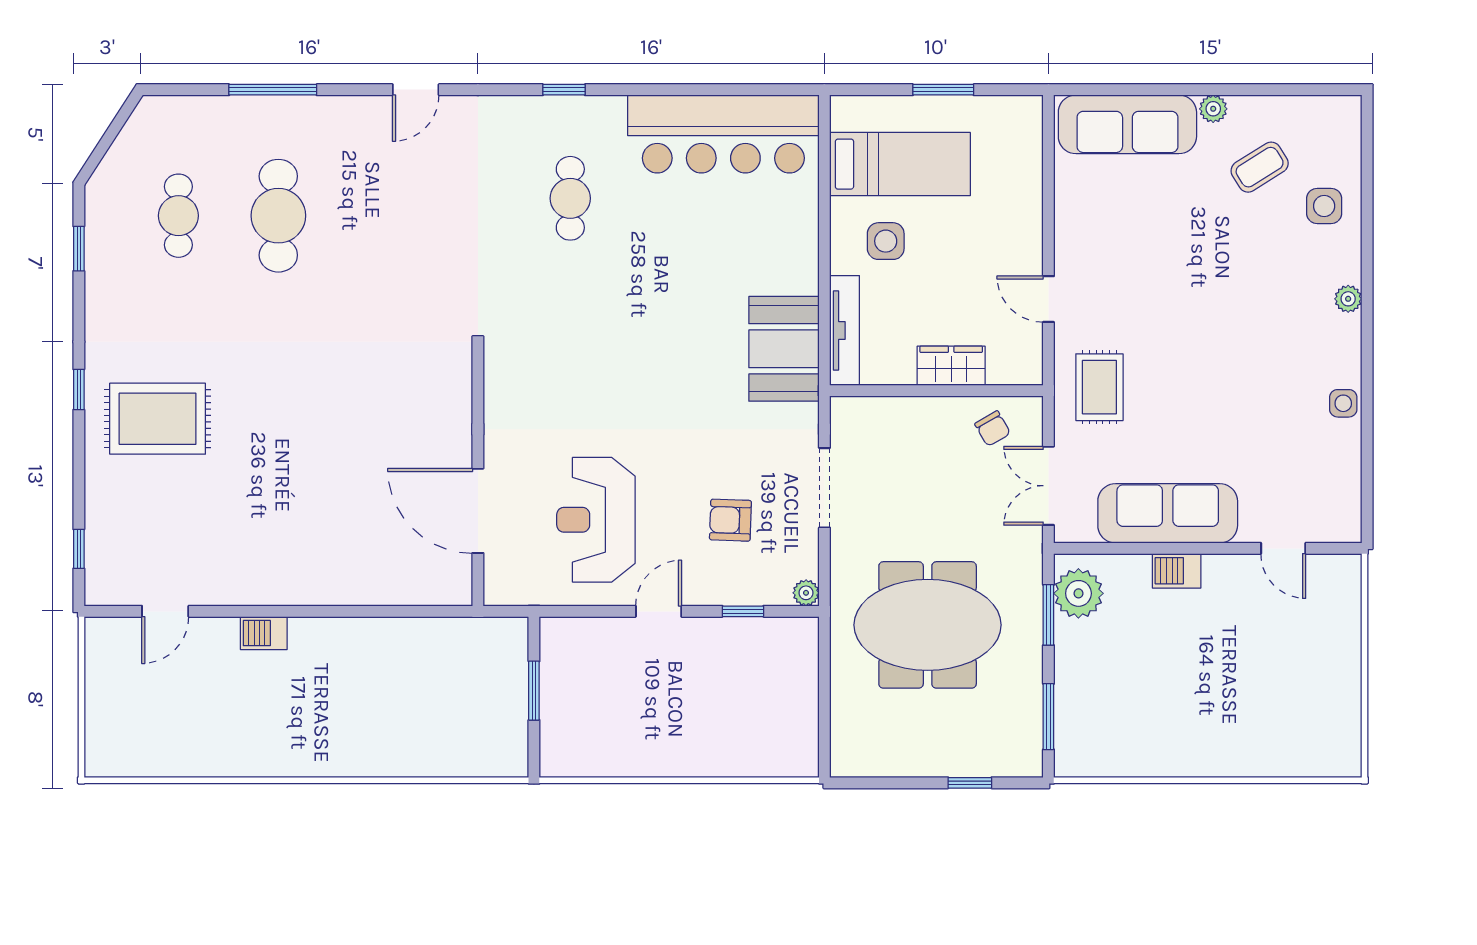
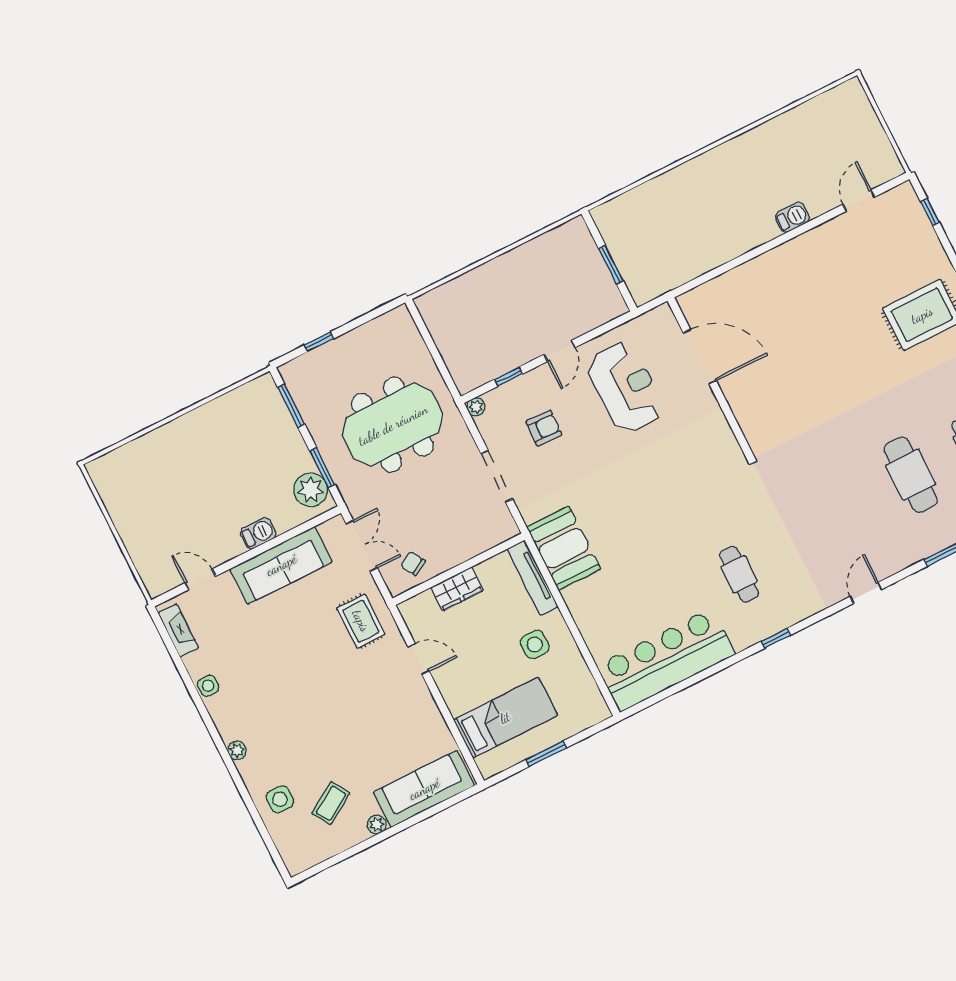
bed: (900, 164) -> (505, 718), moved, turned 180
fireplace: (1346, 496) -> (178, 630), added

